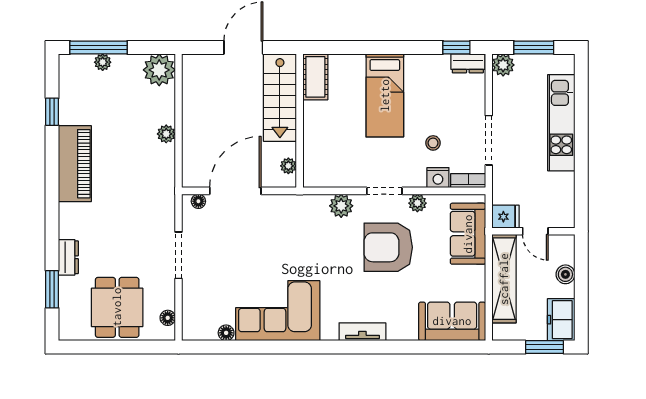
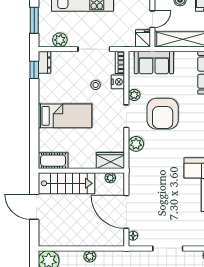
plant: (503, 65) -> (60, 40), moved
wardrobe: (315, 166) -> (110, 160), added

